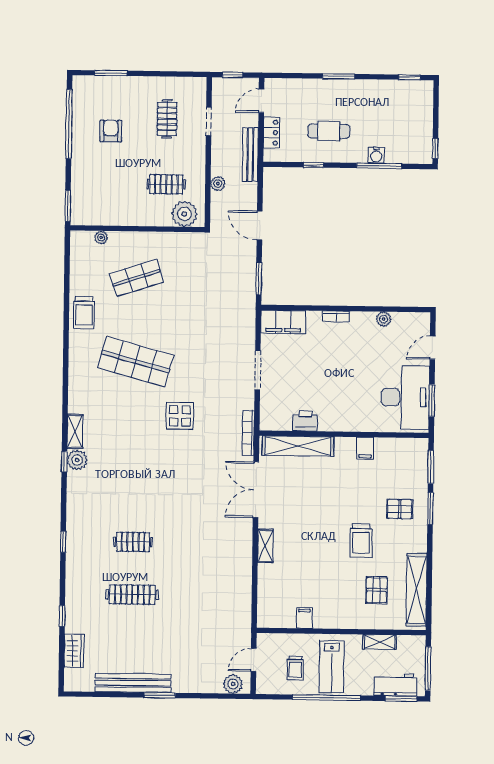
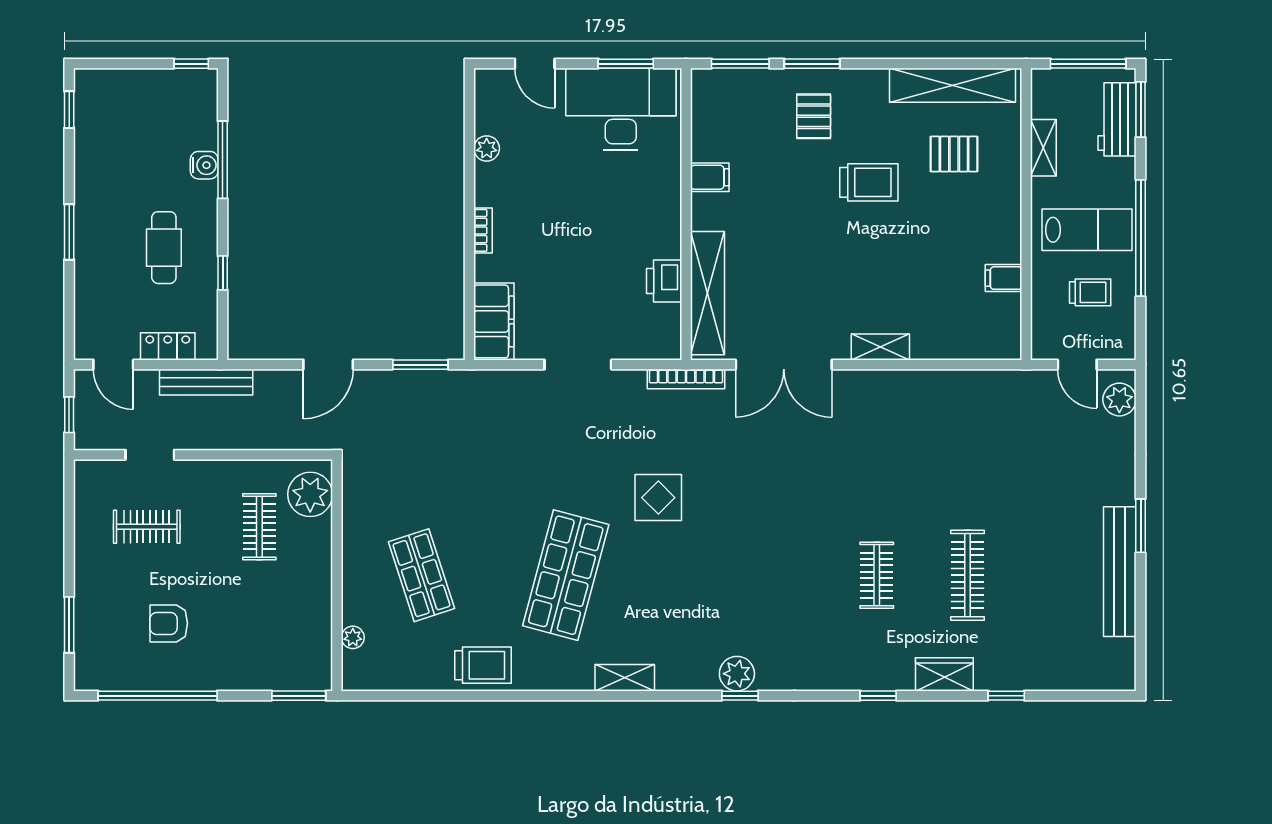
plant: (218, 184) -> (257, 438), removed
shelving: (75, 431) -> (625, 678), moved
wardrobe: (74, 651) -> (944, 674), moved

